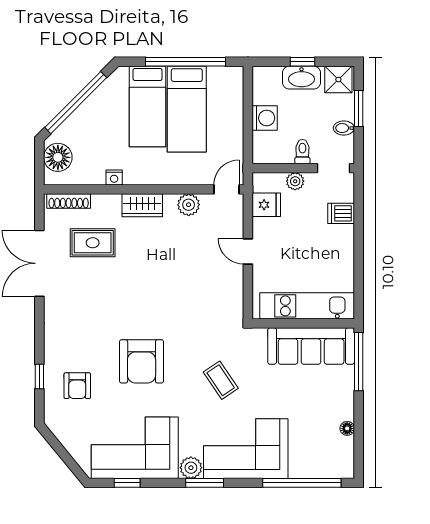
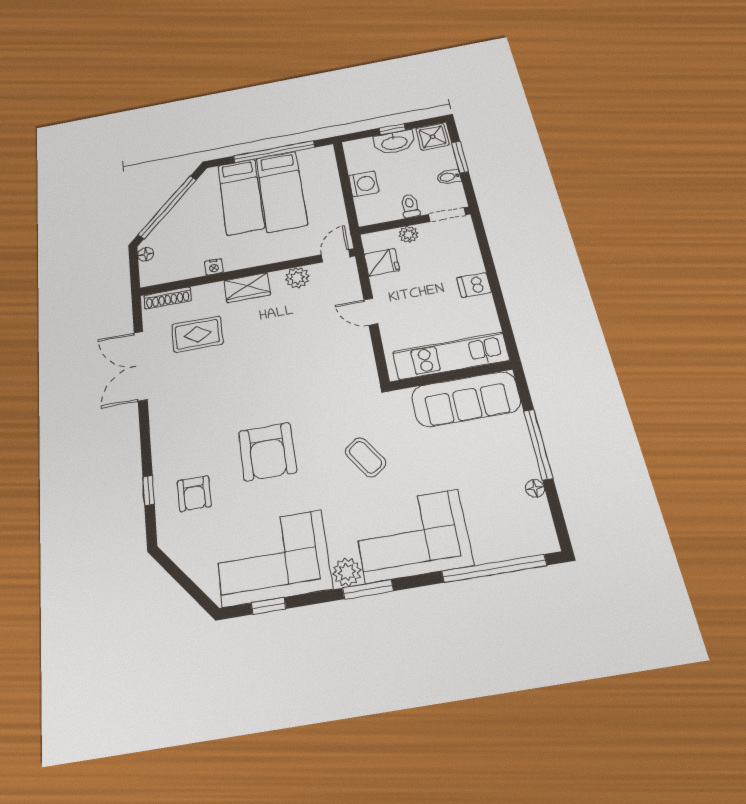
floor lamp: (58, 157) -> (146, 254), width x0.53, depth x0.53
dishwasher: (341, 213) -> (474, 285), moved
window: (359, 362) -> (538, 444), moved

